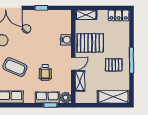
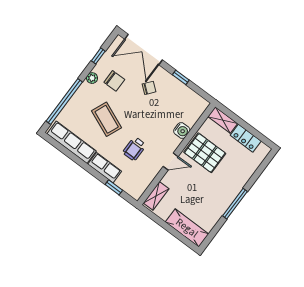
locker: (119, 15) -> (246, 138), moved
pallet: (114, 65) -> (213, 195), removed
shelving: (80, 81) -> (156, 196), moved
row of seats: (47, 97) -> (105, 168), moved
plant: (66, 98) -> (136, 191), removed

